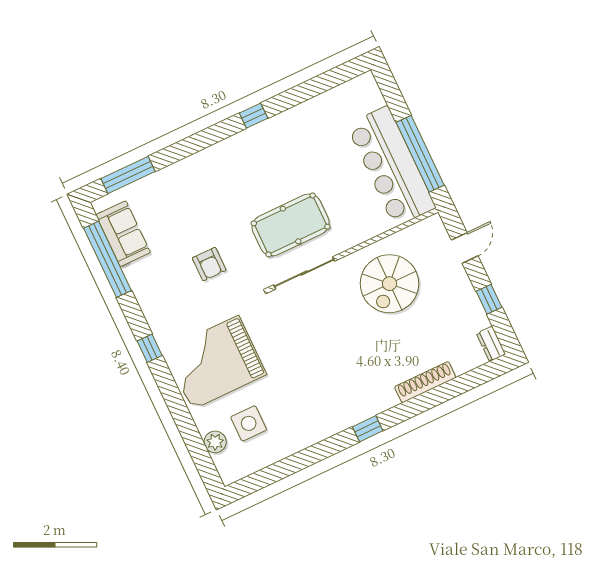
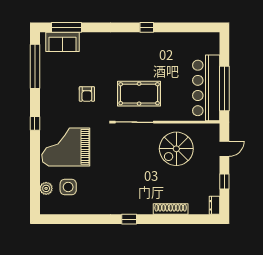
sofa: (123, 234) -> (63, 42), moved, turned 90

